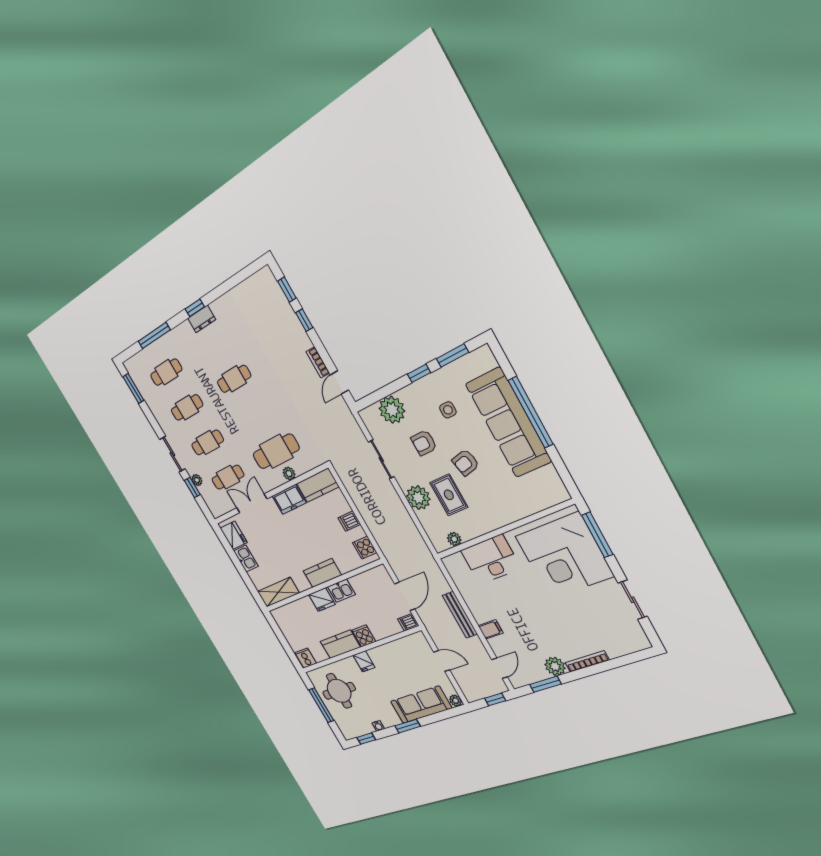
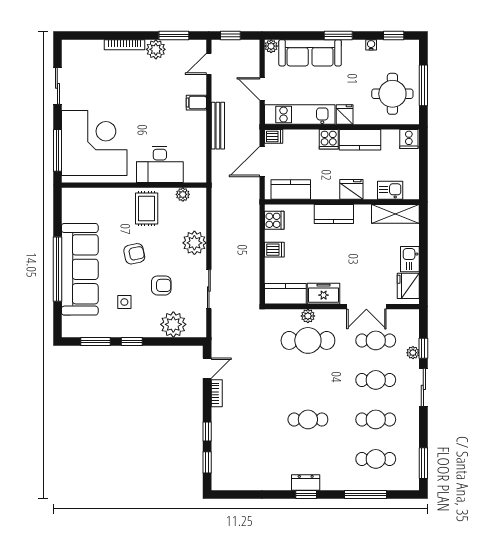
rug: (449, 495) -> (147, 208), moved
kitchen counter: (367, 581) -> (291, 189), added
kitchen sink: (341, 591) -> (390, 190), moved
kitchen unit: (398, 649) -> (300, 115), added

